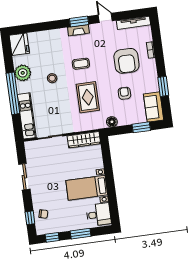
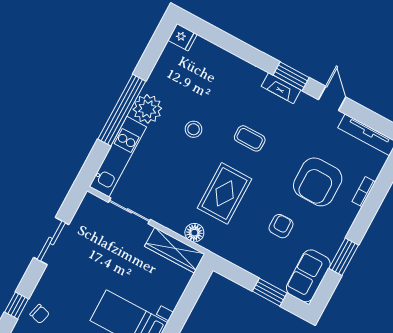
fridge: (19, 44) -> (183, 37), width x0.53, depth x0.75
plant: (23, 73) -> (147, 109), moved
floor lamp: (112, 122) -> (194, 233), moved

